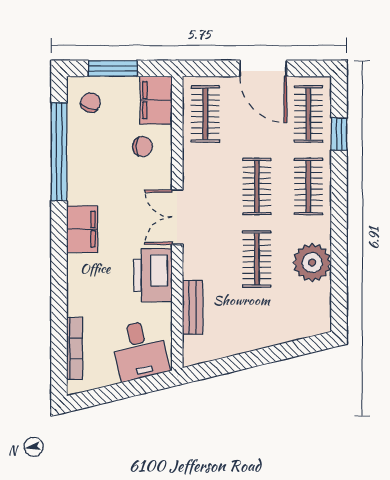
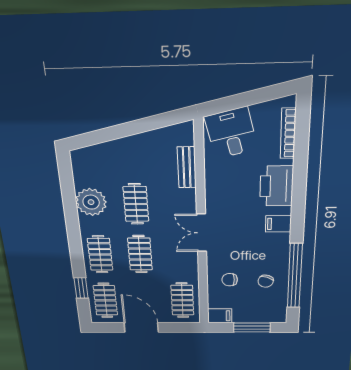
filing cabinet: (156, 100) -> (220, 316), width x0.50
chair: (90, 103) -> (266, 281), moved
double door: (177, 217) -> (202, 233), swing flipped
filing cabinet: (82, 229) -> (278, 224), width x0.50
printer: (153, 275) -> (277, 186), moved, turned 180

